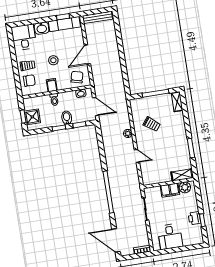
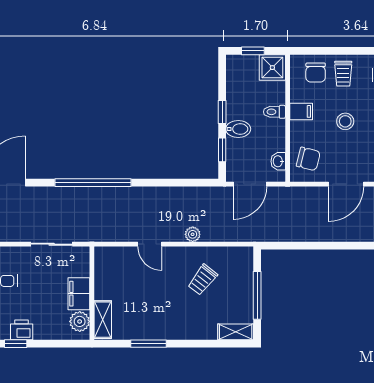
door: (87, 54) -> (346, 184), swing flipped
shower: (32, 117) -> (272, 68), moved
door: (137, 156) -> (150, 244), hinge flipped

